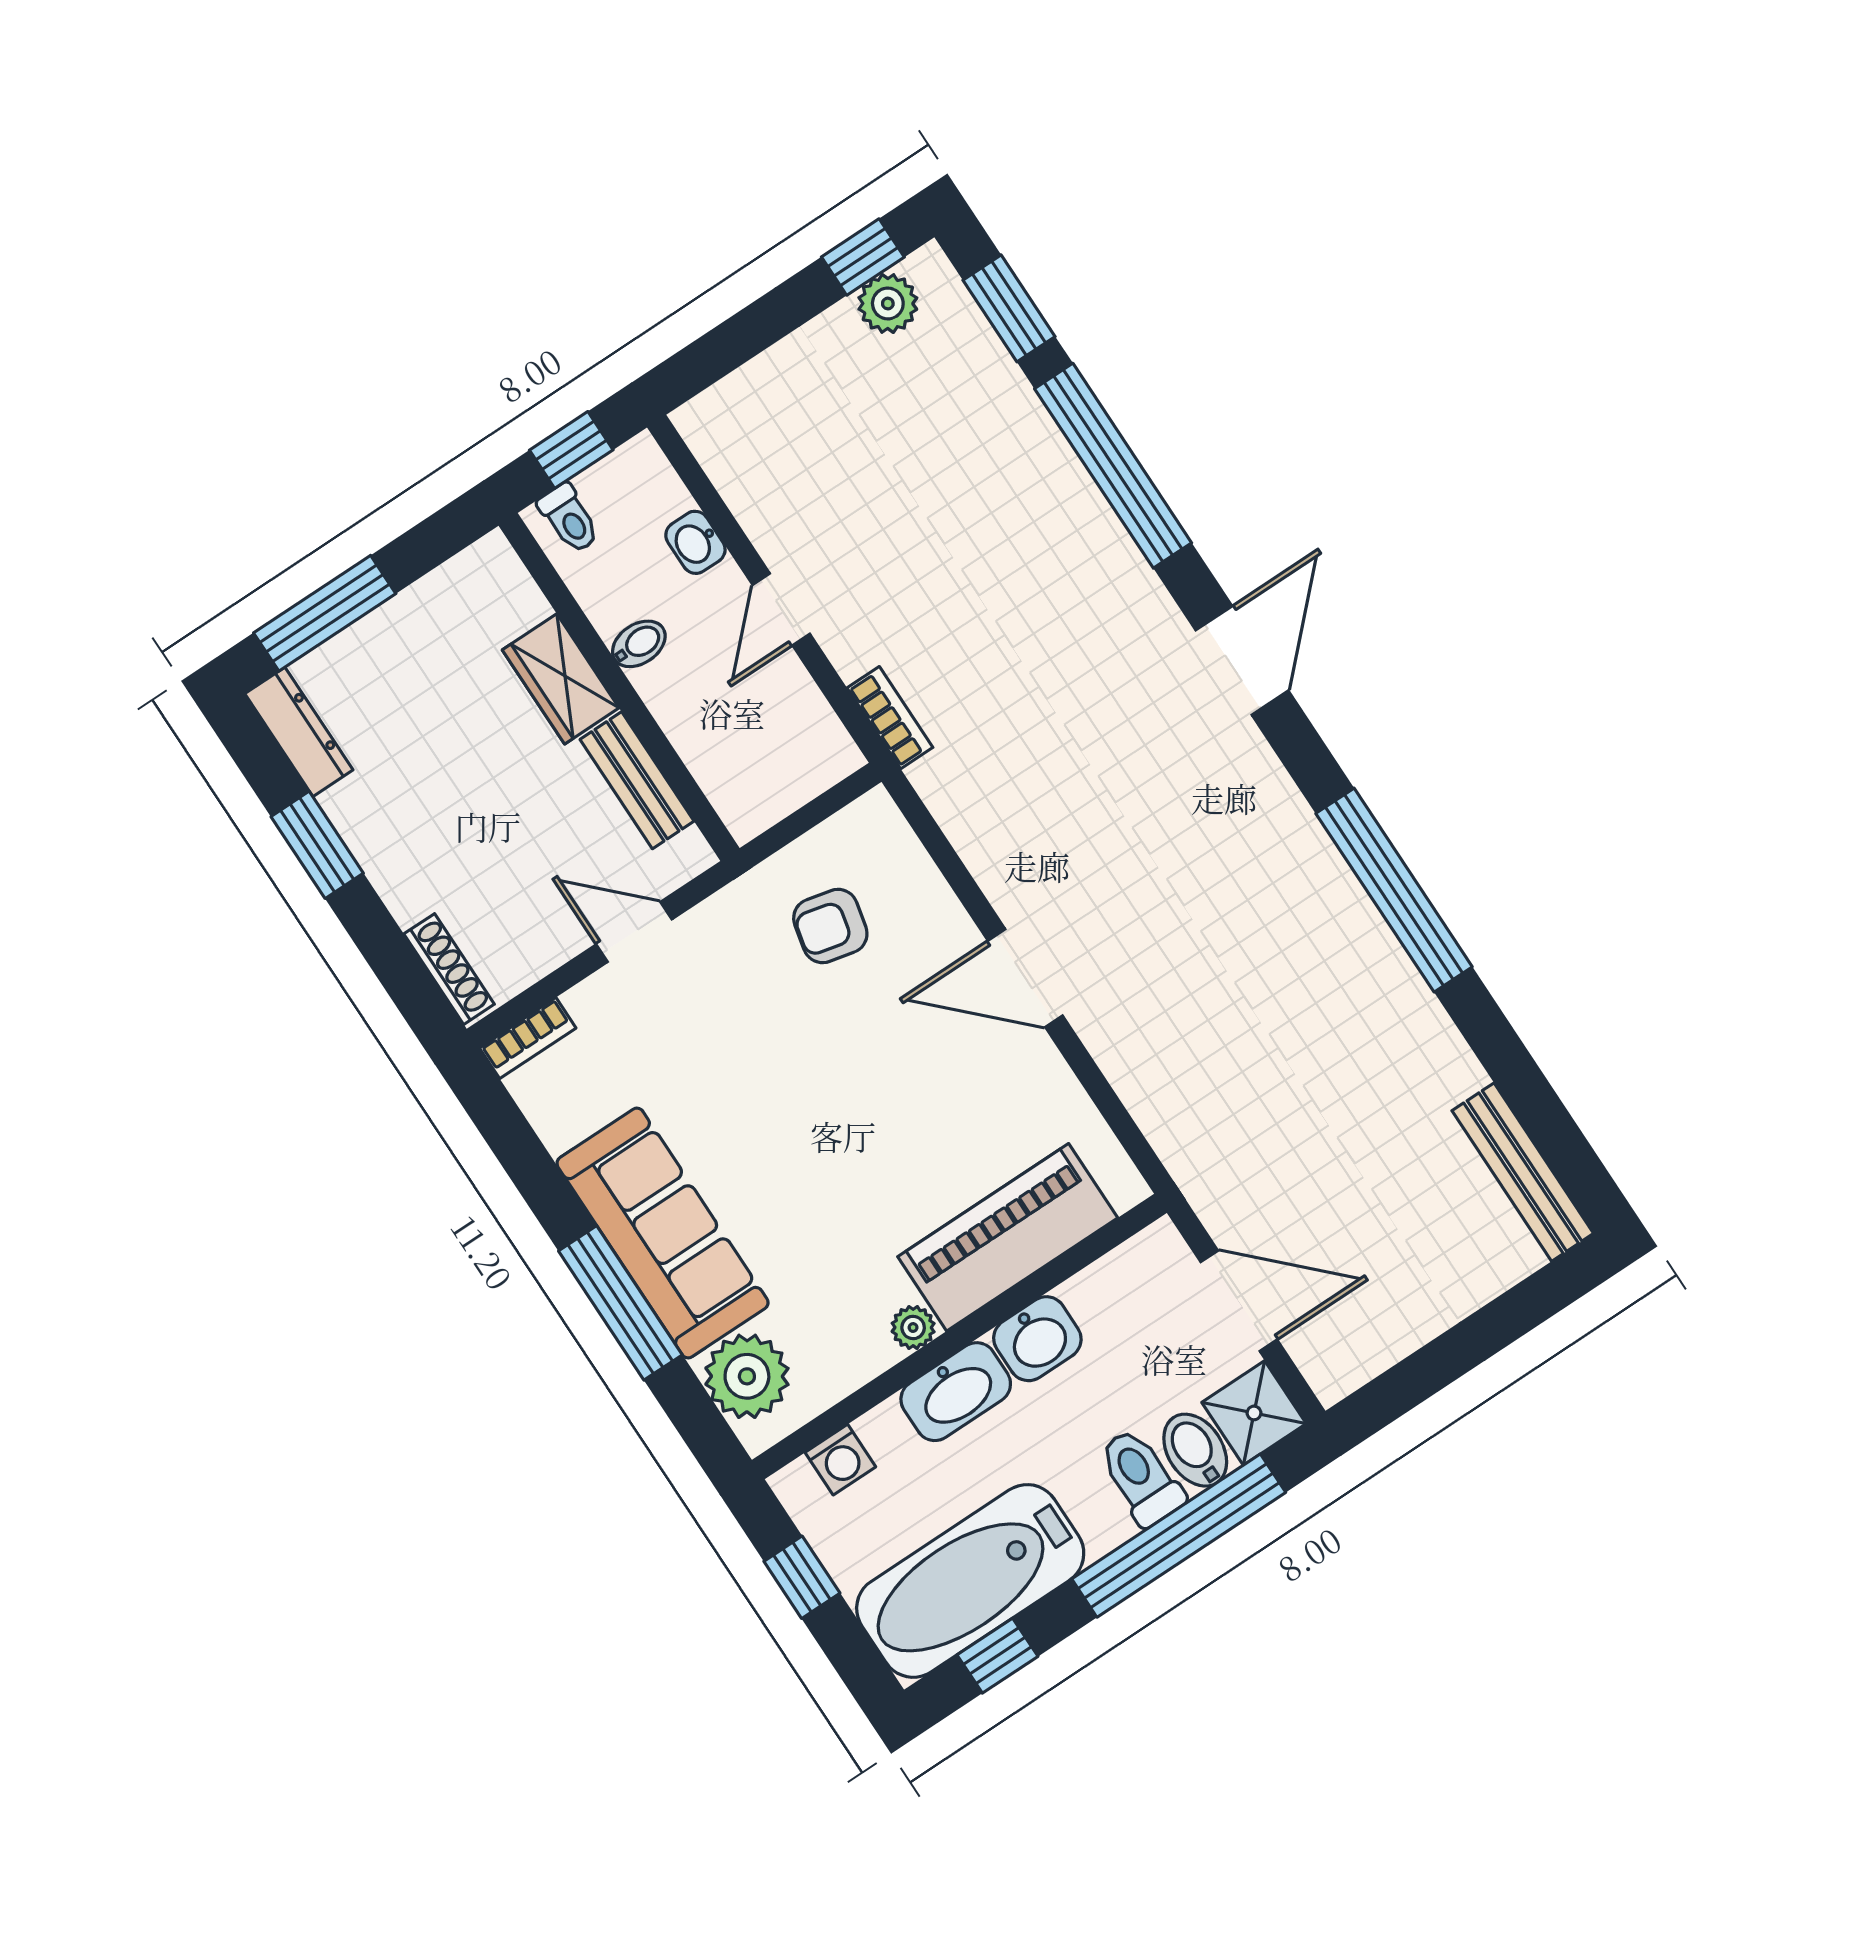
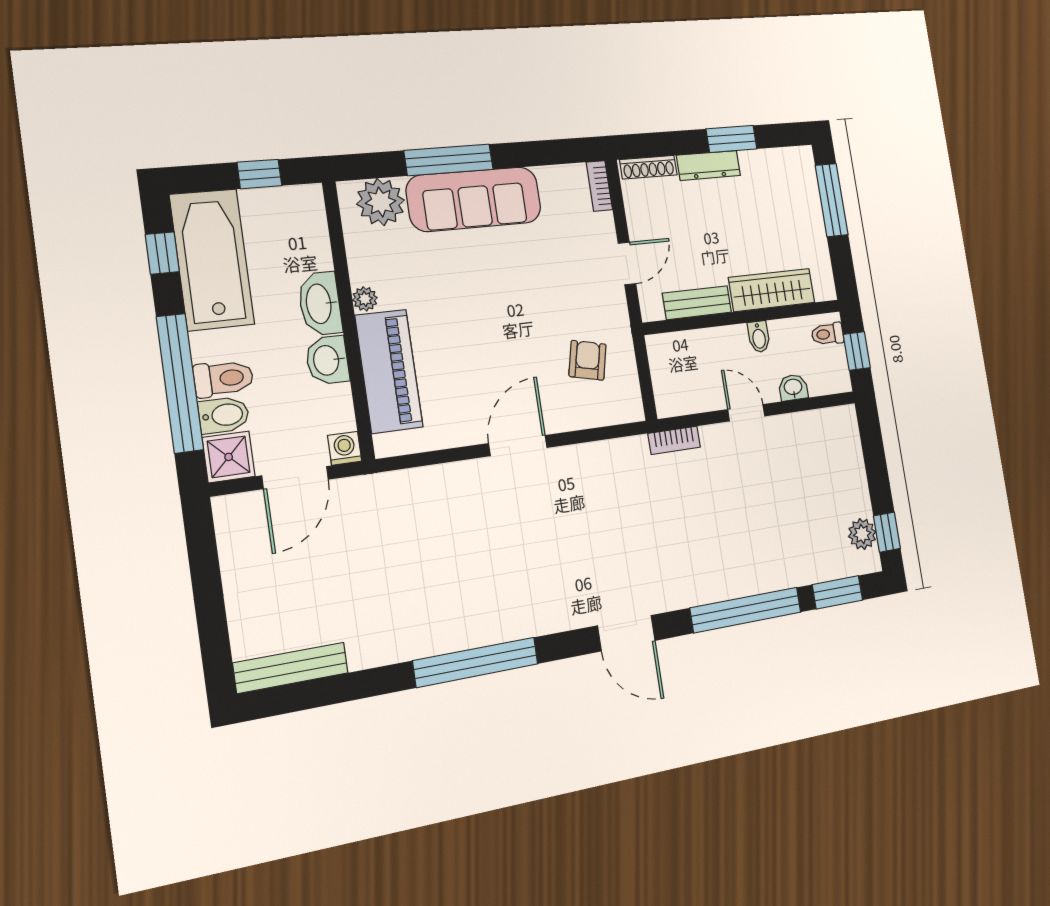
wardrobe: (561, 679) -> (772, 290), width x1.50
dresser: (299, 732) -> (709, 165), moved
washing machine: (840, 1460) -> (345, 448), moved, turned 90

